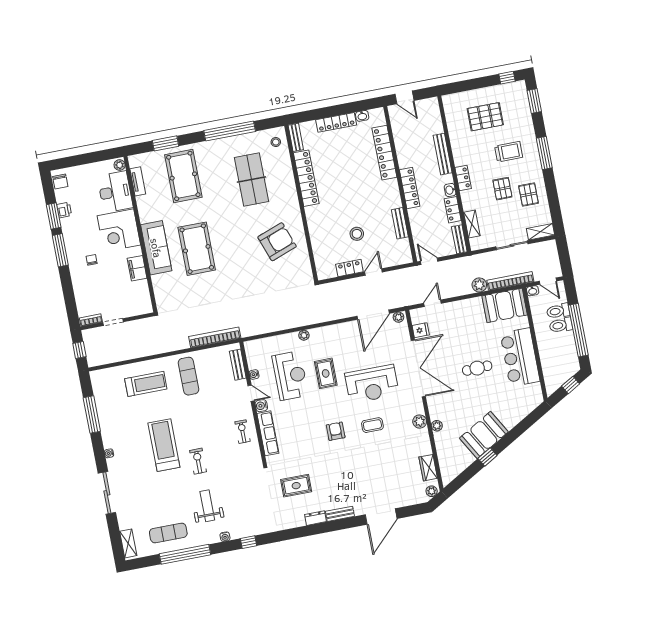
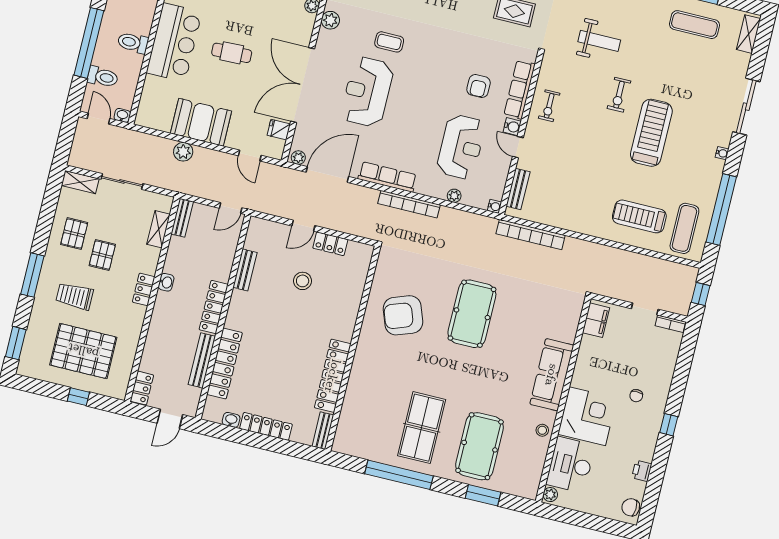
window: (507, 78) -> (78, 397), moved
door: (405, 97) -> (170, 419), swing flipped
pallet: (485, 117) -> (83, 351), width x1.37, depth x1.41
stool: (276, 142) -> (542, 430), moved
bench: (443, 154) -> (202, 360), moved
table tennis table: (251, 179) -> (422, 428), moved
tv unit: (138, 181) -> (537, 465), removed
chair: (60, 182) -> (631, 507), turned -88
locker: (453, 210) -> (142, 388), moved
window: (54, 216) -> (658, 470), removed
pool table: (197, 249) -> (472, 314), moved
window: (60, 250) -> (669, 425), width x0.46
door: (429, 261) -> (231, 208), hinge flipped
filing cabinet: (137, 268) -> (596, 320), moved
bookcase: (510, 281) -> (409, 204), moved
door: (432, 303) -> (250, 156), hinge flipped
booth: (505, 305) -> (201, 122), moved
toilet: (561, 325) -> (133, 43), moved, turned 180
row of seats: (331, 332) -> (387, 177), added
plant: (304, 335) -> (454, 196), moved
rug: (326, 373) -> (417, 130), removed
water cooler: (254, 375) -> (494, 206), moved
exercise mat: (189, 376) -> (684, 228), moved
reception desk: (290, 376) -> (461, 147), turned 180
reception desk: (372, 384) -> (367, 92), turned -90
window: (92, 414) -> (721, 209), width x1.46
armchair: (336, 431) -> (479, 86), moved
treadmill: (164, 445) -> (651, 133), turned 180
weight bench: (207, 506) -> (599, 41), moved, turned -90

